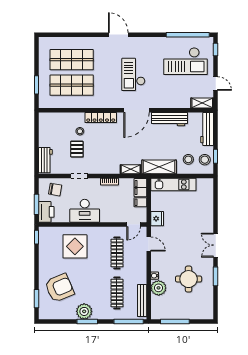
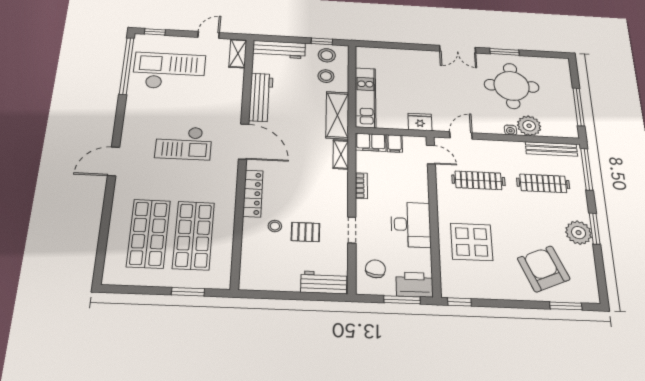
checkout: (186, 61) -> (169, 71), turned -90
round table: (189, 279) -> (512, 86), width x1.36, depth x1.36

